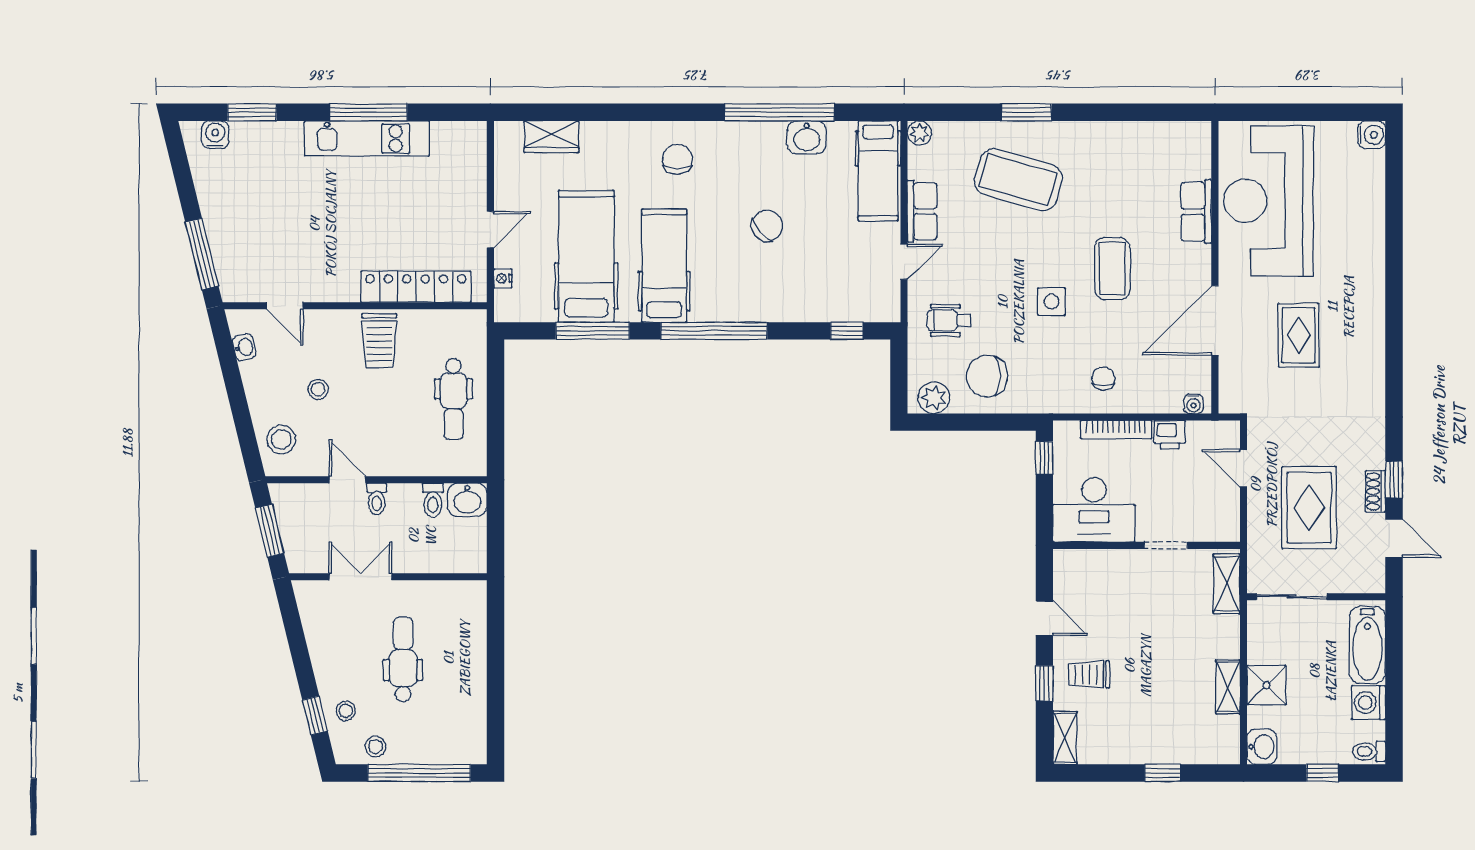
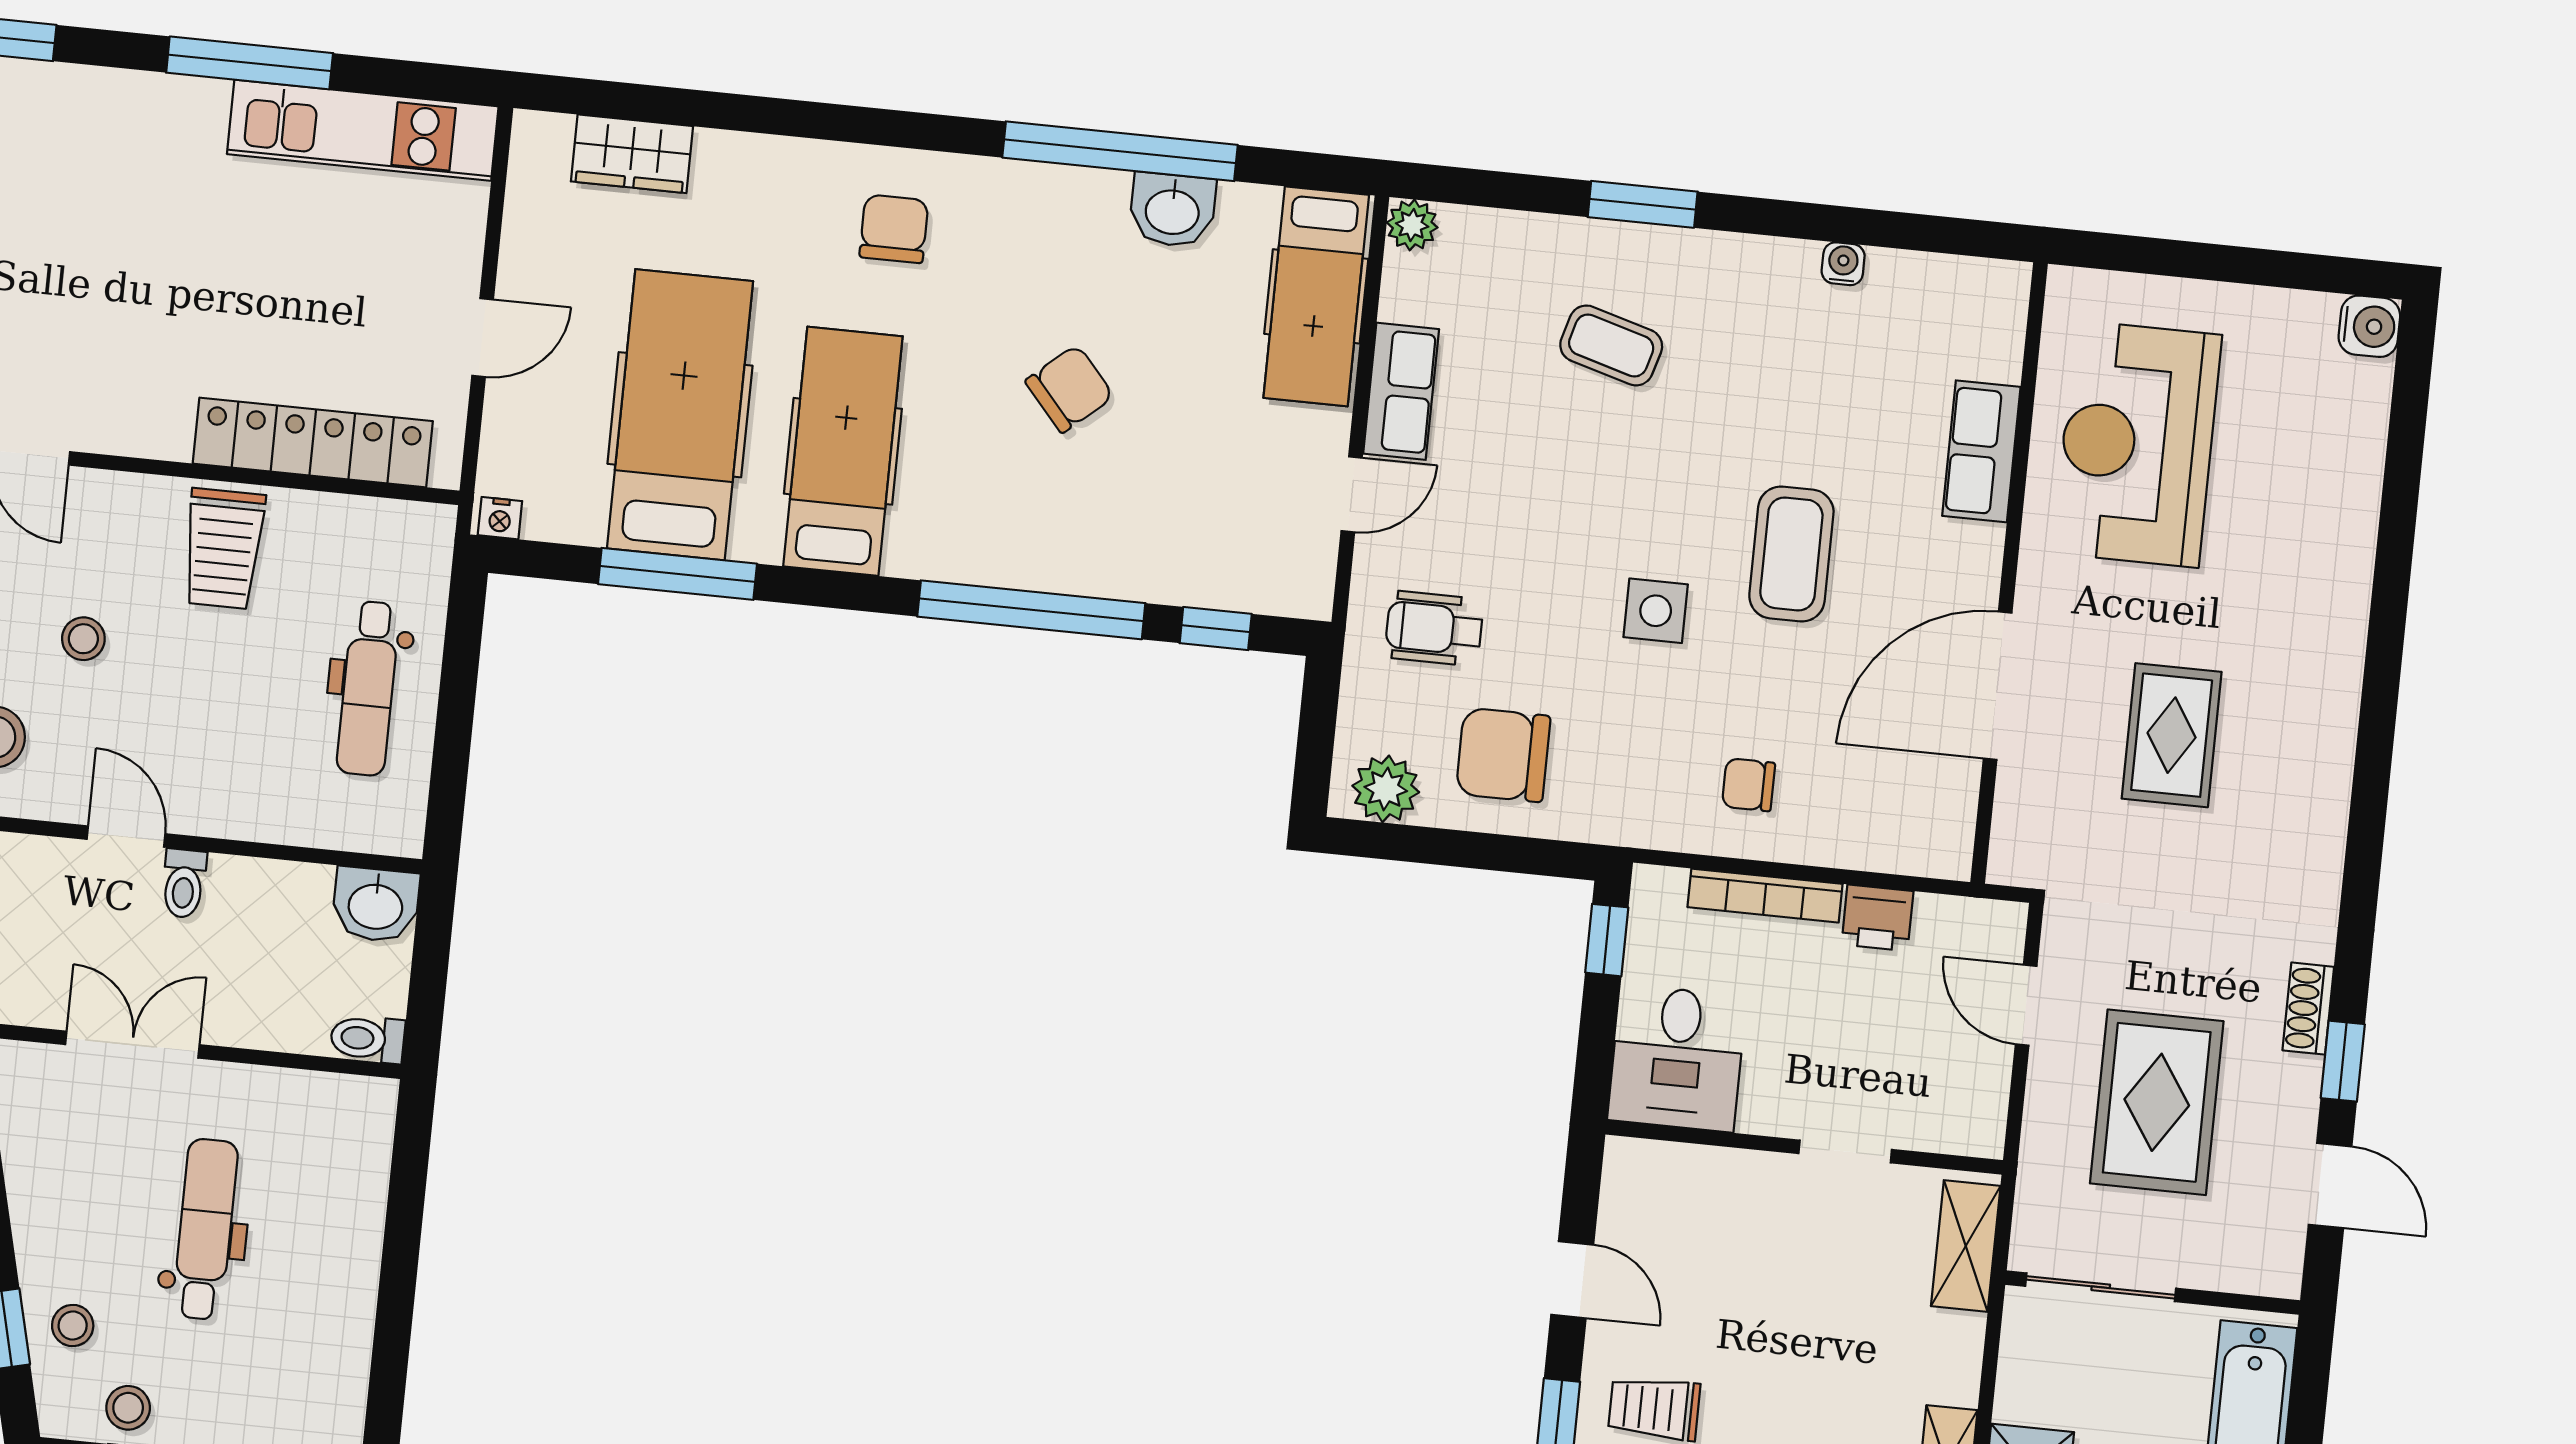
kitchen unit: (367, 138) -> (363, 130), moved
coffee table: (1018, 180) -> (1611, 345), width x0.54, depth x0.58
reception desk: (1269, 201) -> (2137, 444), width x0.74, depth x0.77
nightstand: (503, 278) -> (500, 518), moved, turned -90
window: (714, 331) -> (1031, 610), moved
chair: (1103, 379) -> (1749, 785), turned -90
water cooler: (1193, 404) -> (1843, 264), moved, turned 180
shoe rack: (1375, 491) -> (2308, 1009), moved
toilet: (433, 500) -> (368, 1039), moved, turned 90
desk: (1094, 510) -> (1677, 1058), width x0.73

